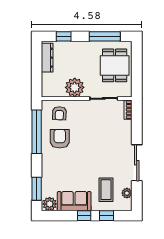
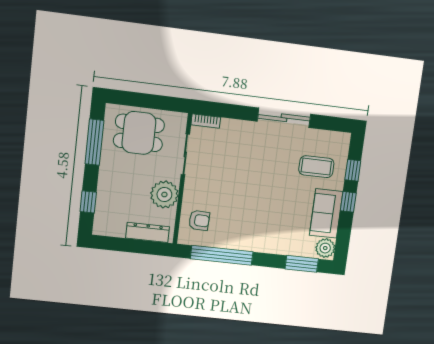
dresser: (47, 58) -> (147, 232), moved
armchair: (60, 139) -> (235, 224), removed
plant: (127, 193) -> (325, 137), removed

